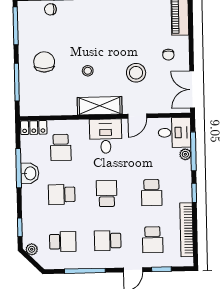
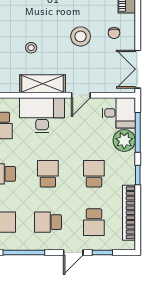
stool: (136, 73) -> (81, 36), moved
desk: (106, 136) -> (42, 115), width x1.37
plant: (185, 154) -> (124, 140), width x1.87, depth x1.87
school desk: (152, 193) -> (94, 174), turned 180

